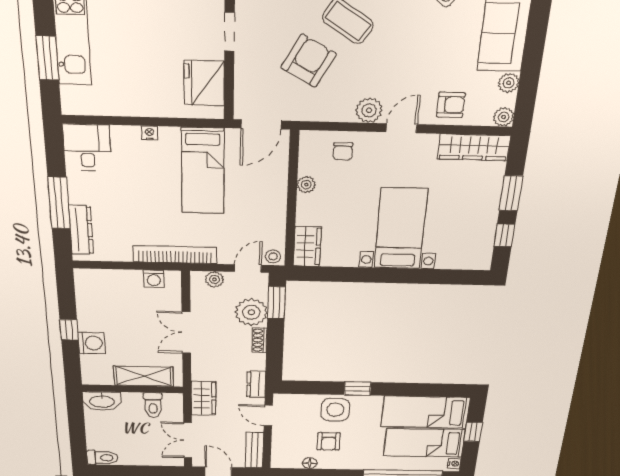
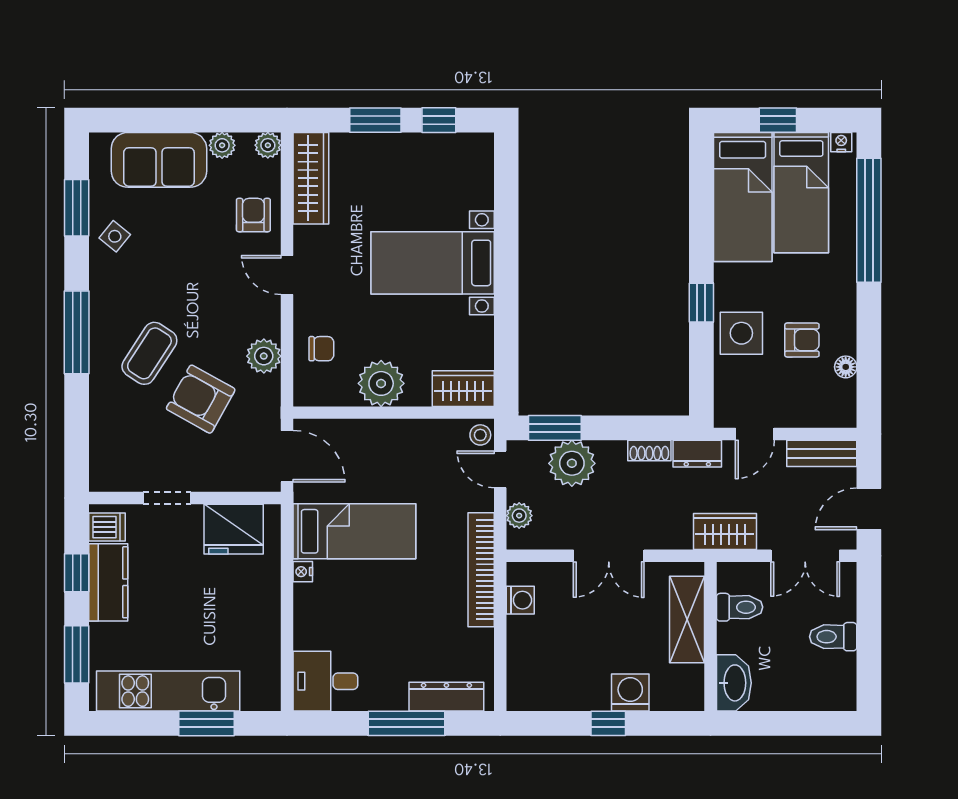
plant: (369, 110) -> (264, 356), moved
nightstand: (150, 133) -> (303, 572), moved
plant: (306, 185) -> (381, 383), width x1.87, depth x1.87
shoe rack: (259, 340) -> (649, 450), moved
toilet: (103, 458) -> (833, 637), moved, turned -90

